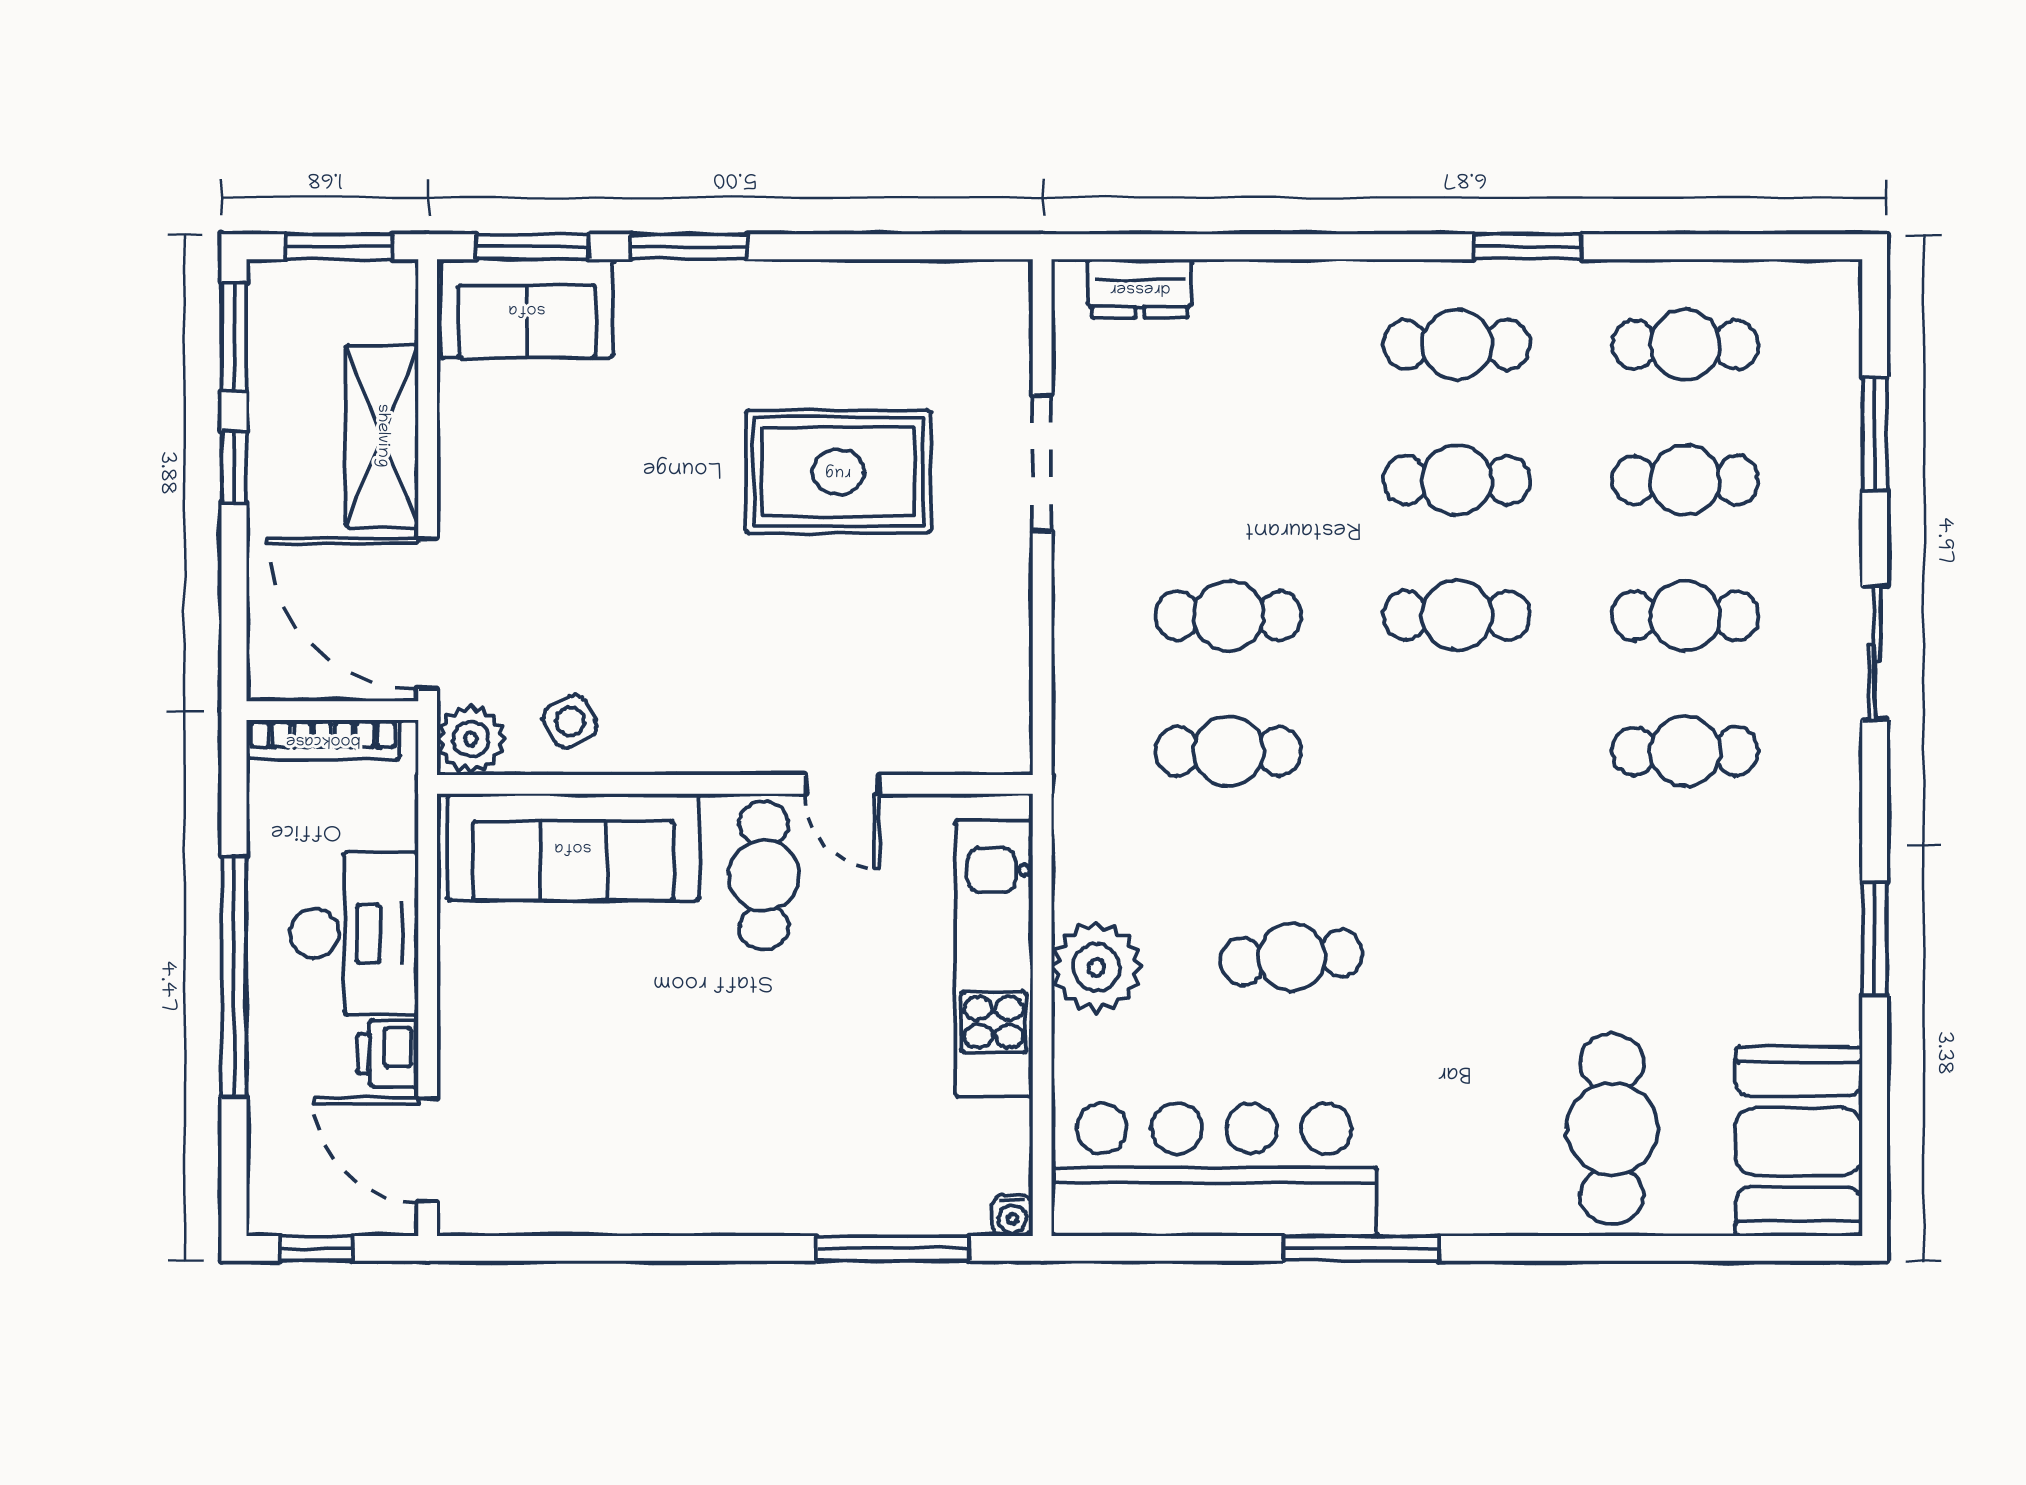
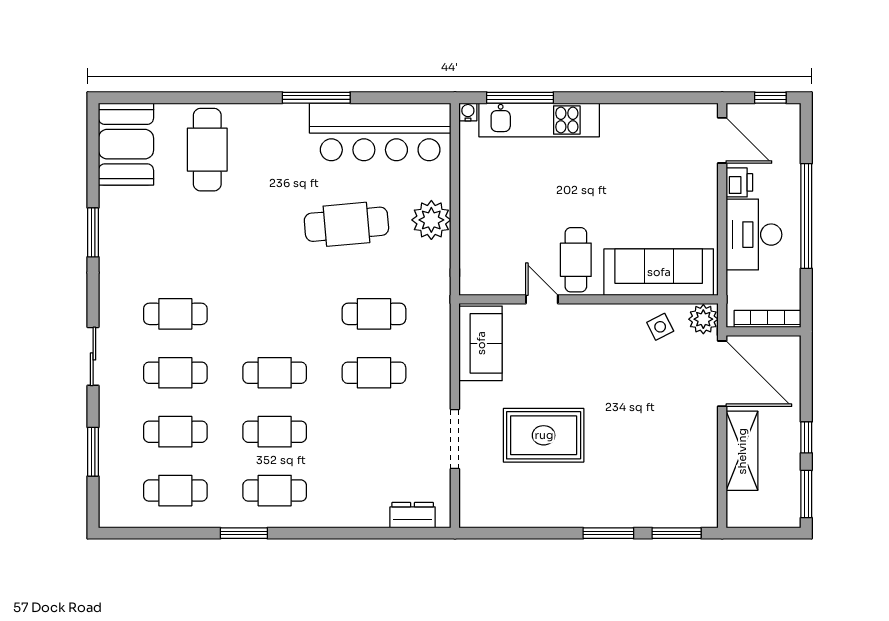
window: (339, 247) -> (761, 533), removed
sofa: (527, 309) -> (481, 343), moved, turned 90
cafe table: (1292, 957) -> (346, 224), width x1.37, depth x1.35
kitchen unit: (994, 958) -> (539, 120), moved, turned 90

